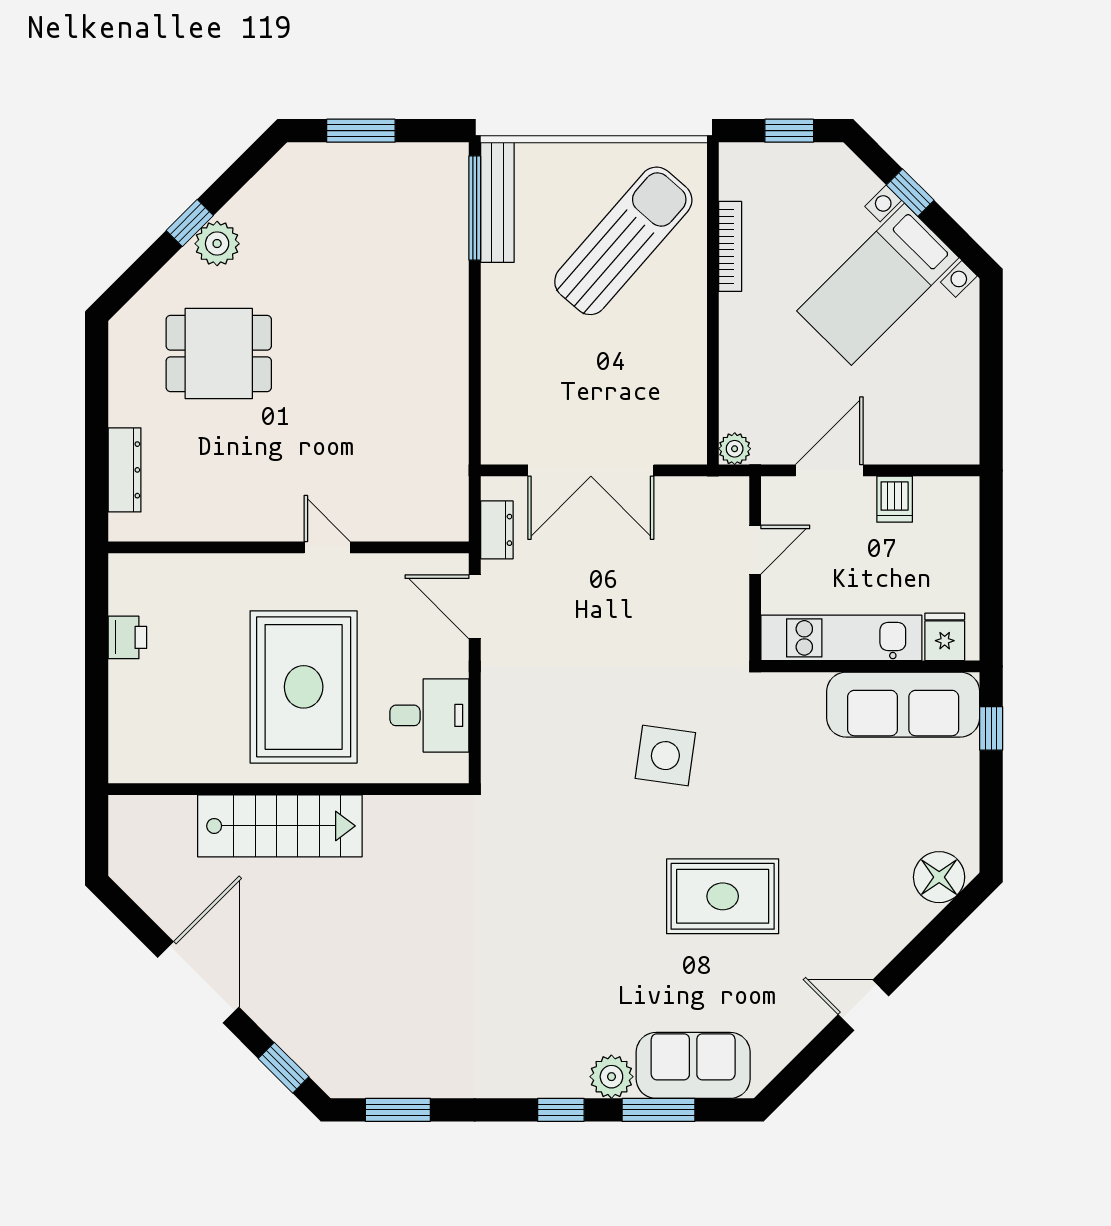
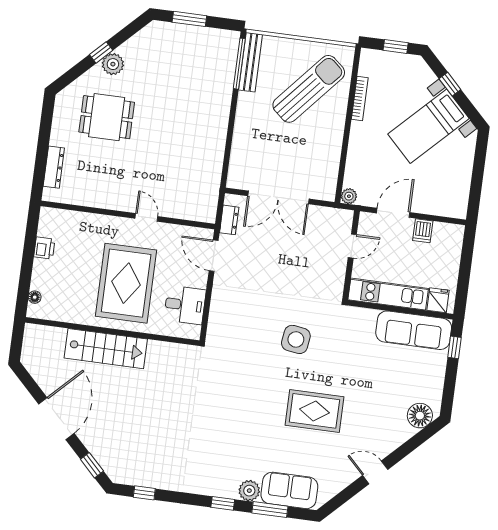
floor lamp: (121, 740) -> (35, 297), added
window: (398, 1110) -> (144, 493), width x0.67

